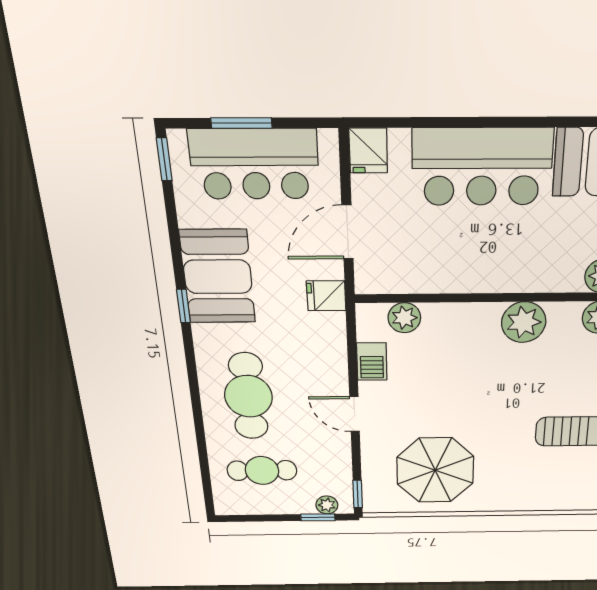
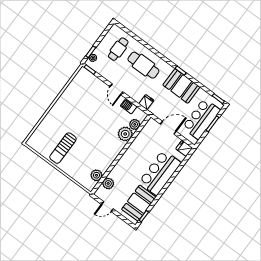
door: (347, 232) -> (168, 128), hinge flipped
fridge: (326, 296) -> (146, 102), moved
plant: (524, 322) -> (125, 134), moved
door: (355, 414) -> (116, 89), swing flipped
parasol: (435, 470) -> (81, 98), removed

